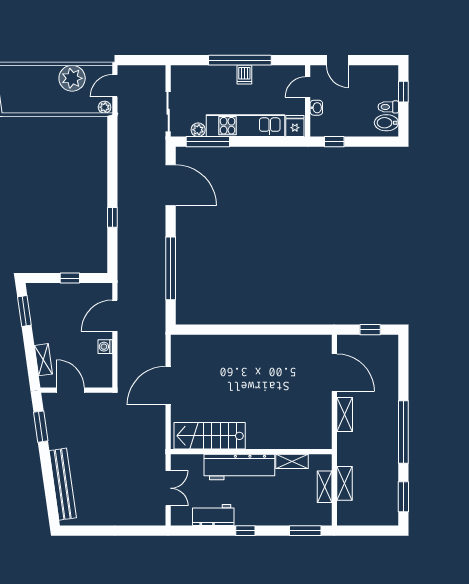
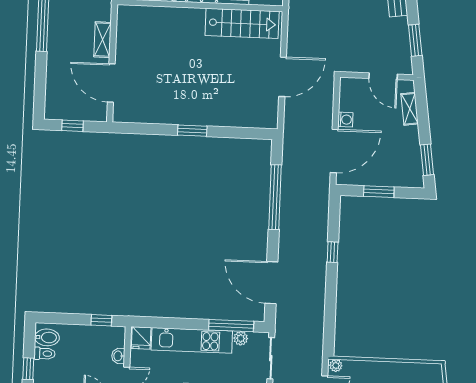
window: (70, 278) -> (379, 192), width x1.50
door: (115, 316) -> (334, 151), width x1.36
window: (254, 330) -> (192, 131), added

